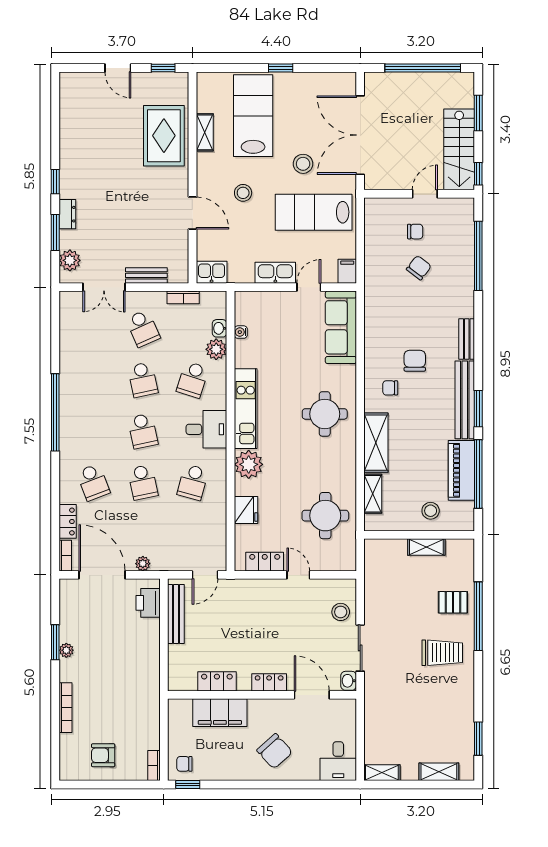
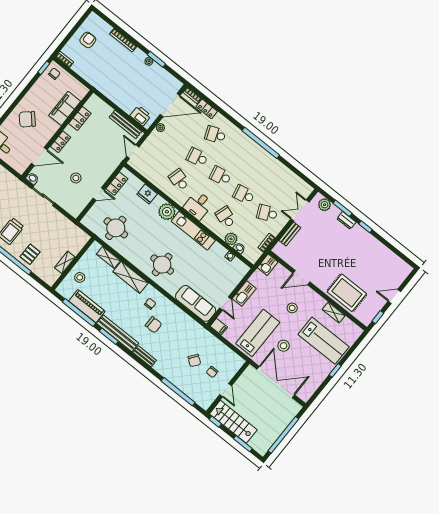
stool: (341, 612) -> (76, 178), moved

